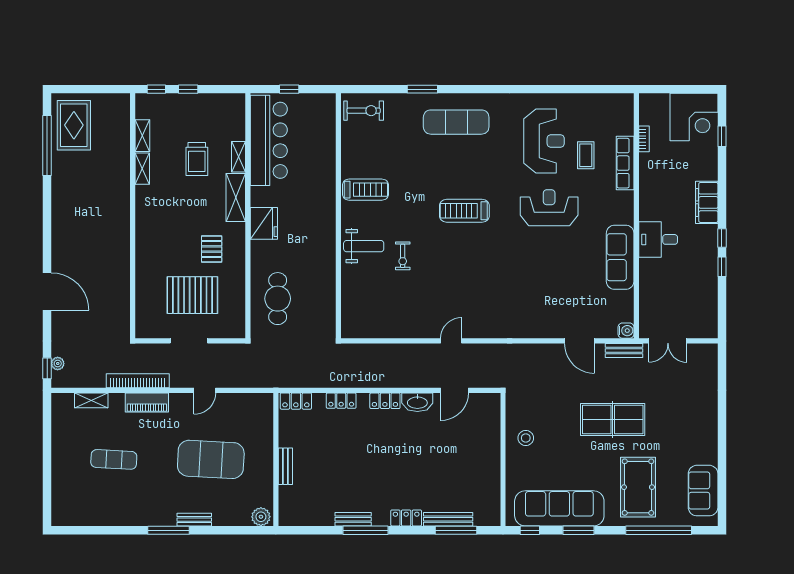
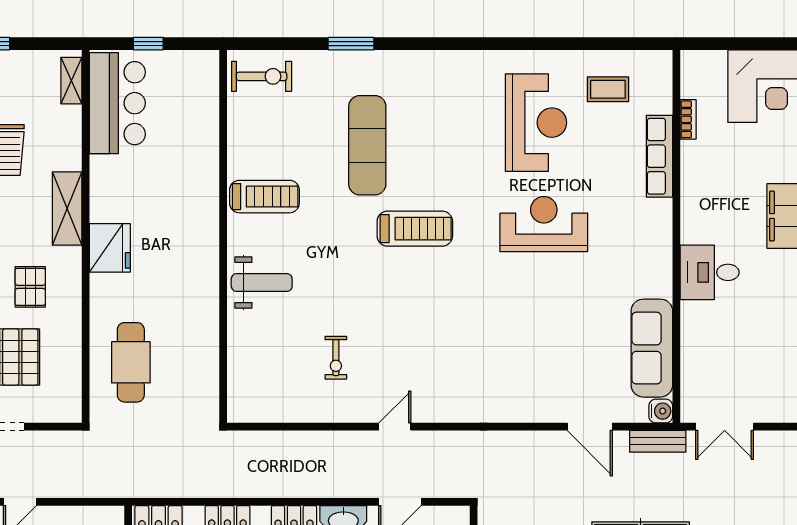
exercise mat: (456, 122) -> (367, 145), moved, turned 90
bar counter: (269, 140) -> (117, 103), width x0.73
coffee table: (586, 155) -> (608, 89), moved, turned 90
shelving: (239, 157) -> (71, 81), moved
treadmill: (464, 211) -> (415, 229), turned 180
exercise bike: (403, 256) -> (336, 358), moved
sofa: (620, 257) -> (652, 348), moved

